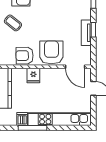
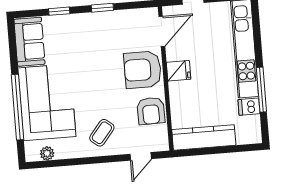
tv unit: (86, 33) -> (108, 18), removed
fridge: (33, 76) -> (179, 71), moved

